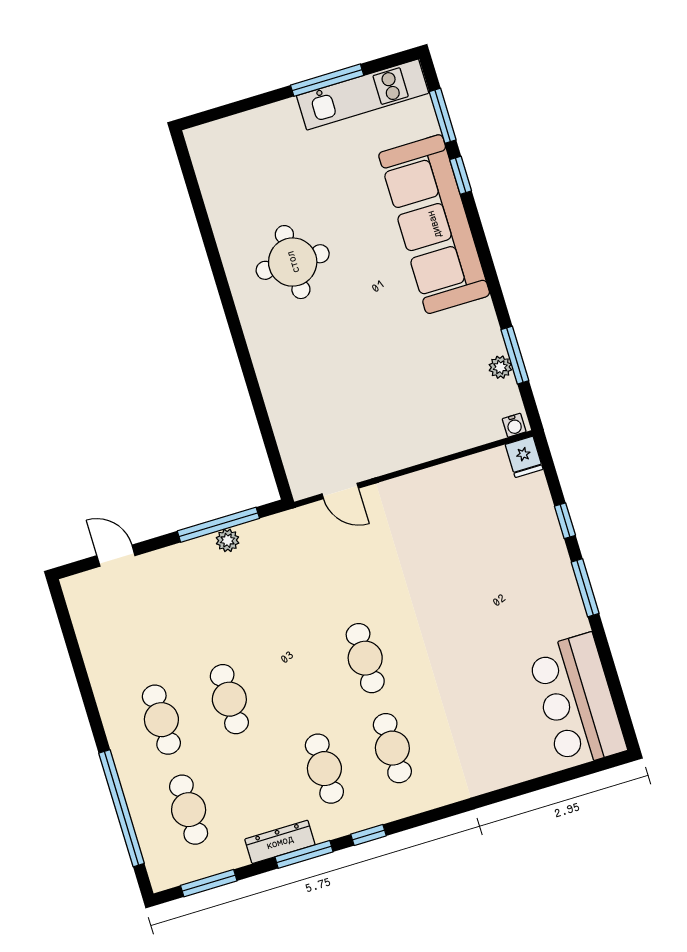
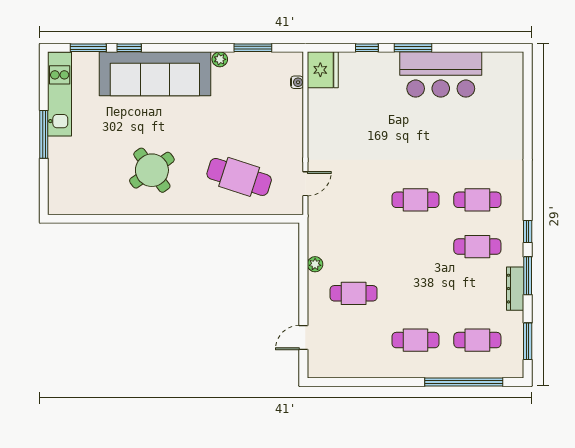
window: (327, 80) -> (44, 134), moved
round table: (293, 262) -> (152, 170), turned -36
plant: (500, 367) -> (220, 59), moved
cafe table: (321, 392) -> (239, 177), added
water cooler: (514, 425) -> (297, 82), moved
fridge: (524, 457) -> (323, 70), width x1.88, depth x1.34
window: (218, 525) -> (303, 267), removed
cafe table: (229, 699) -> (354, 293), moved
bar counter: (577, 701) -> (441, 74), moved

